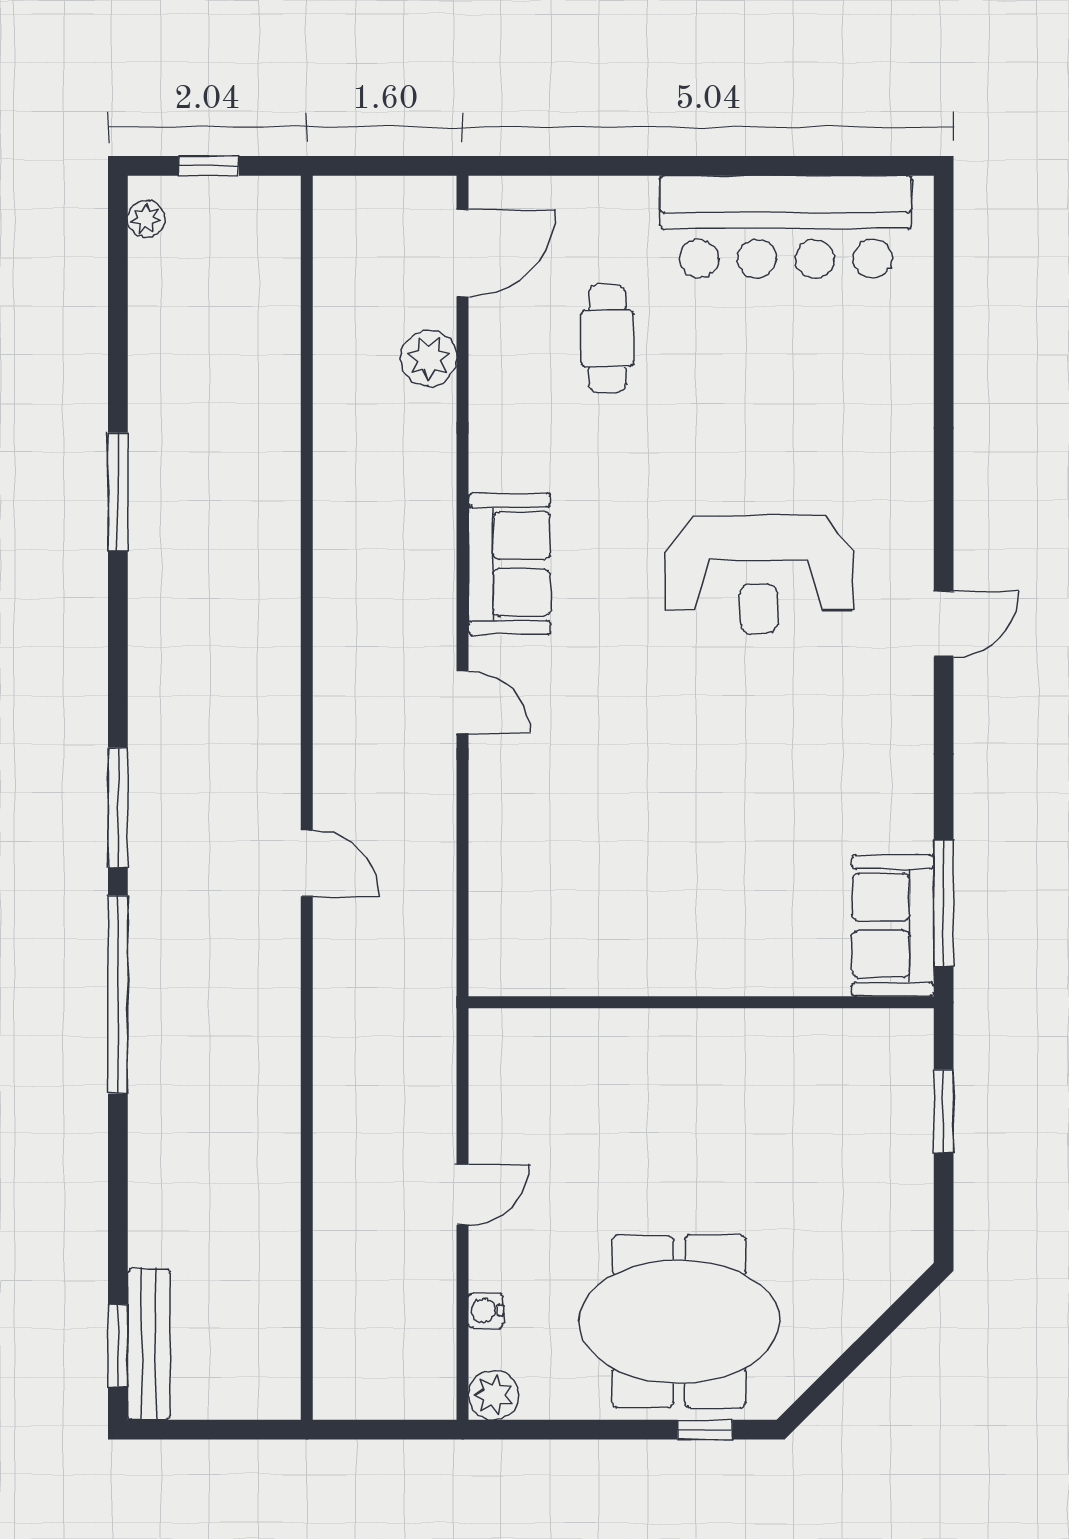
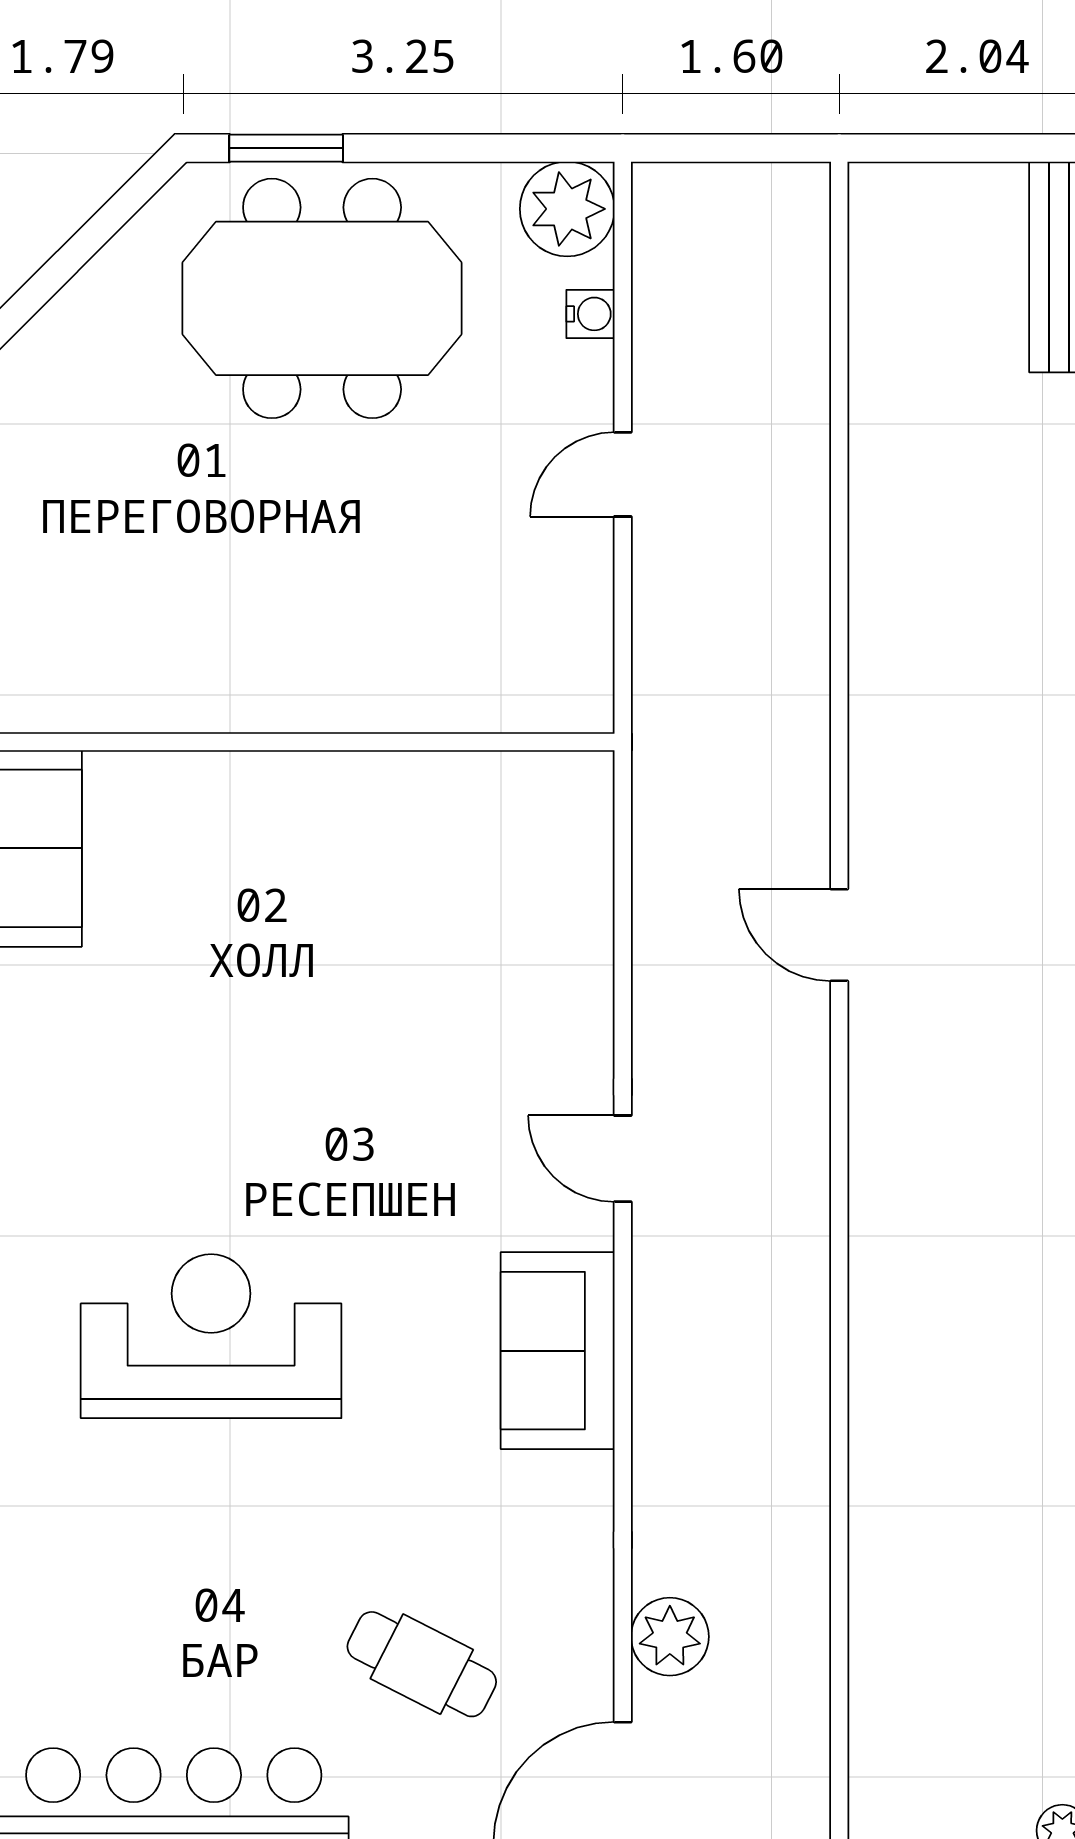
cafe table: (607, 338) -> (422, 1664), turned -63
plant: (493, 1395) -> (567, 209), width x1.36, depth x1.36
window: (705, 1430) -> (286, 148), width x1.50

